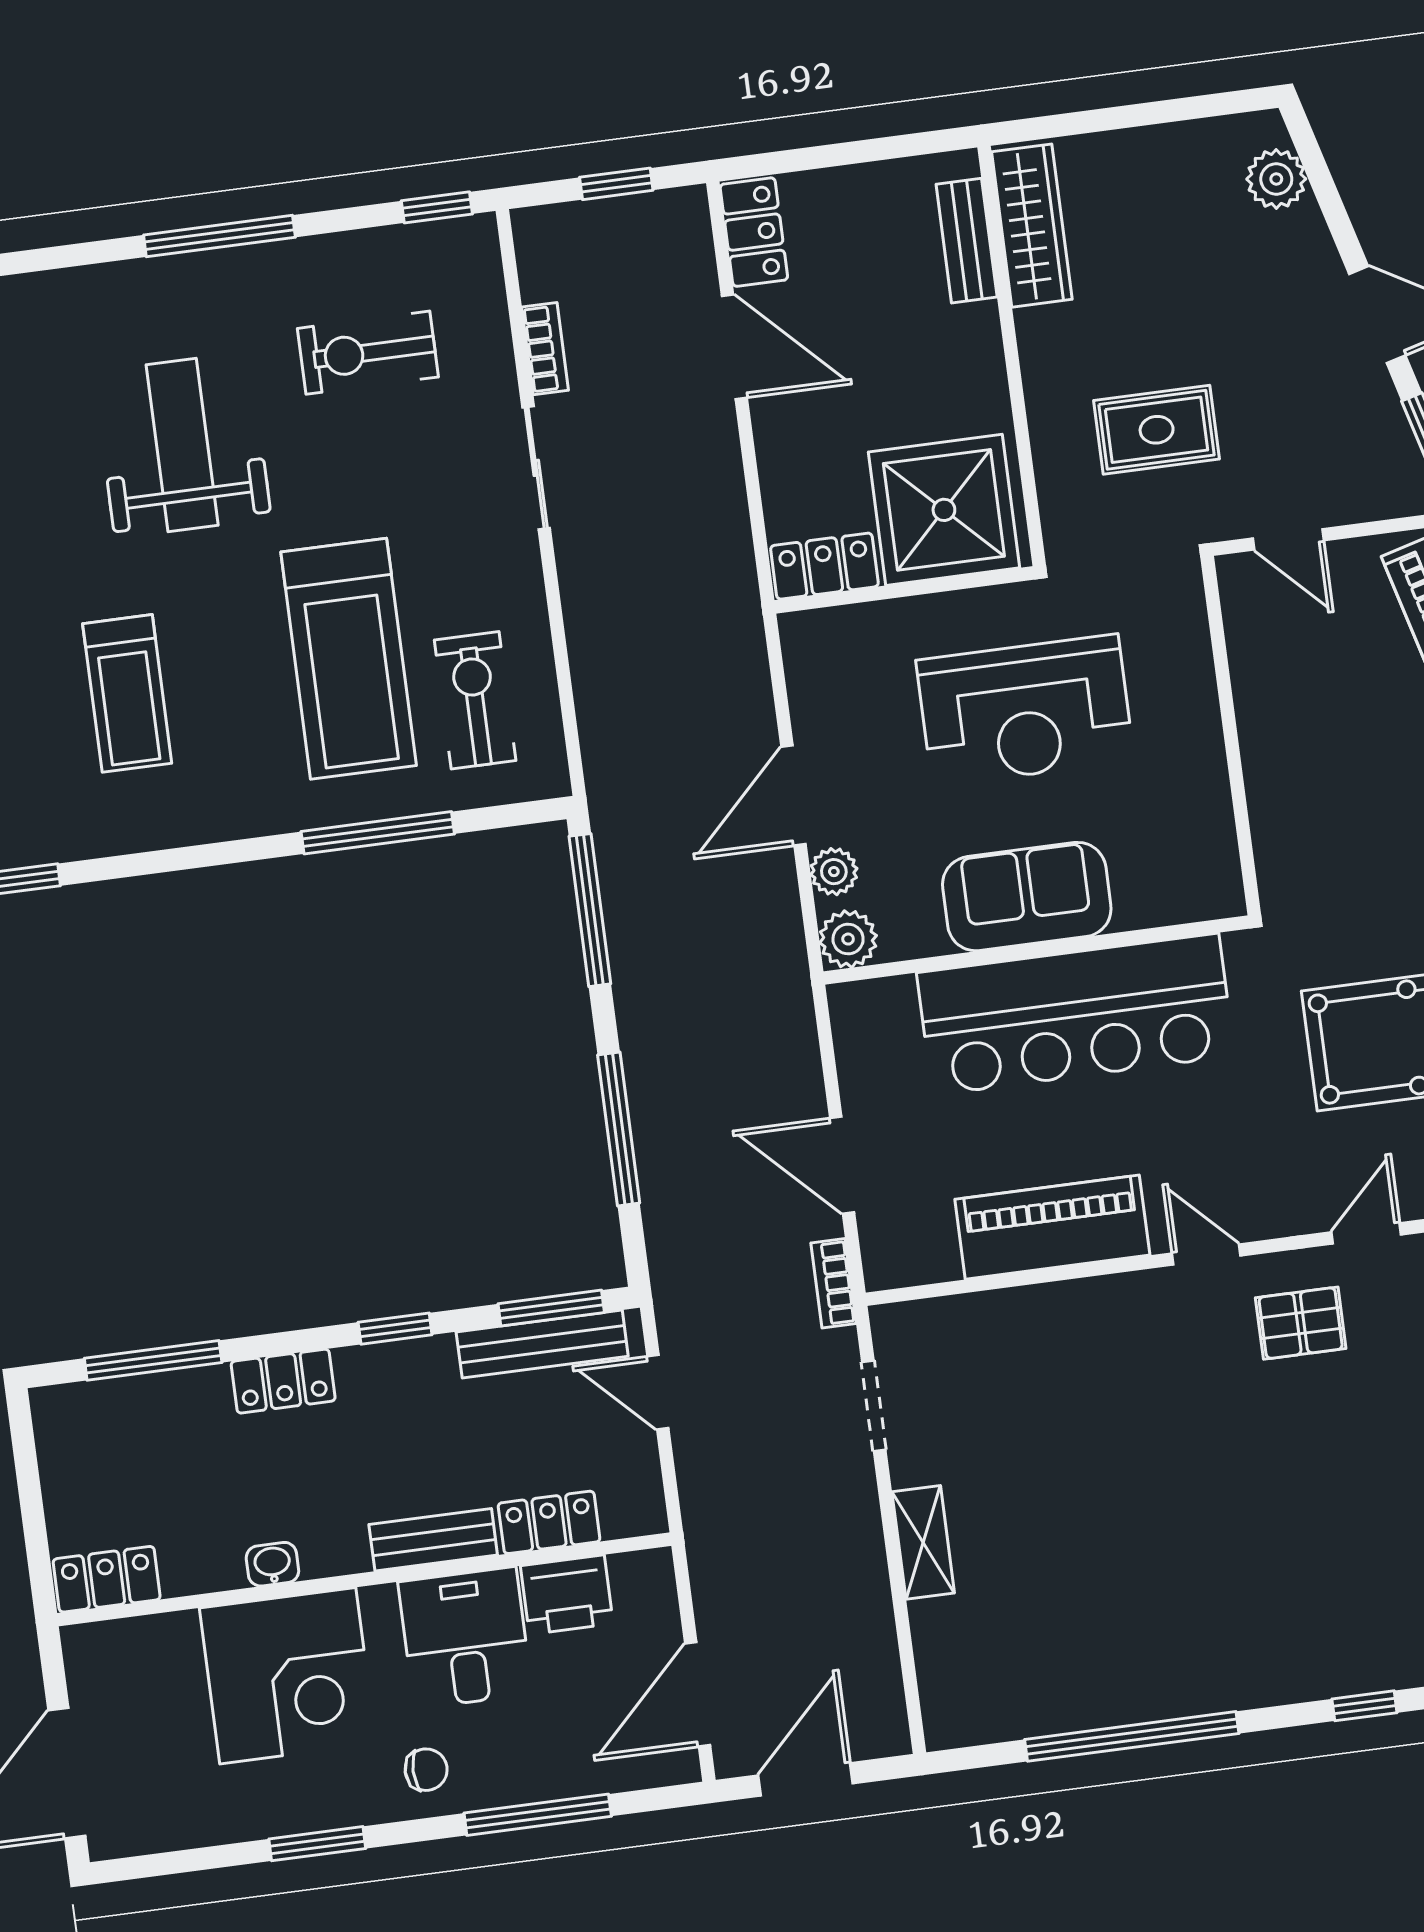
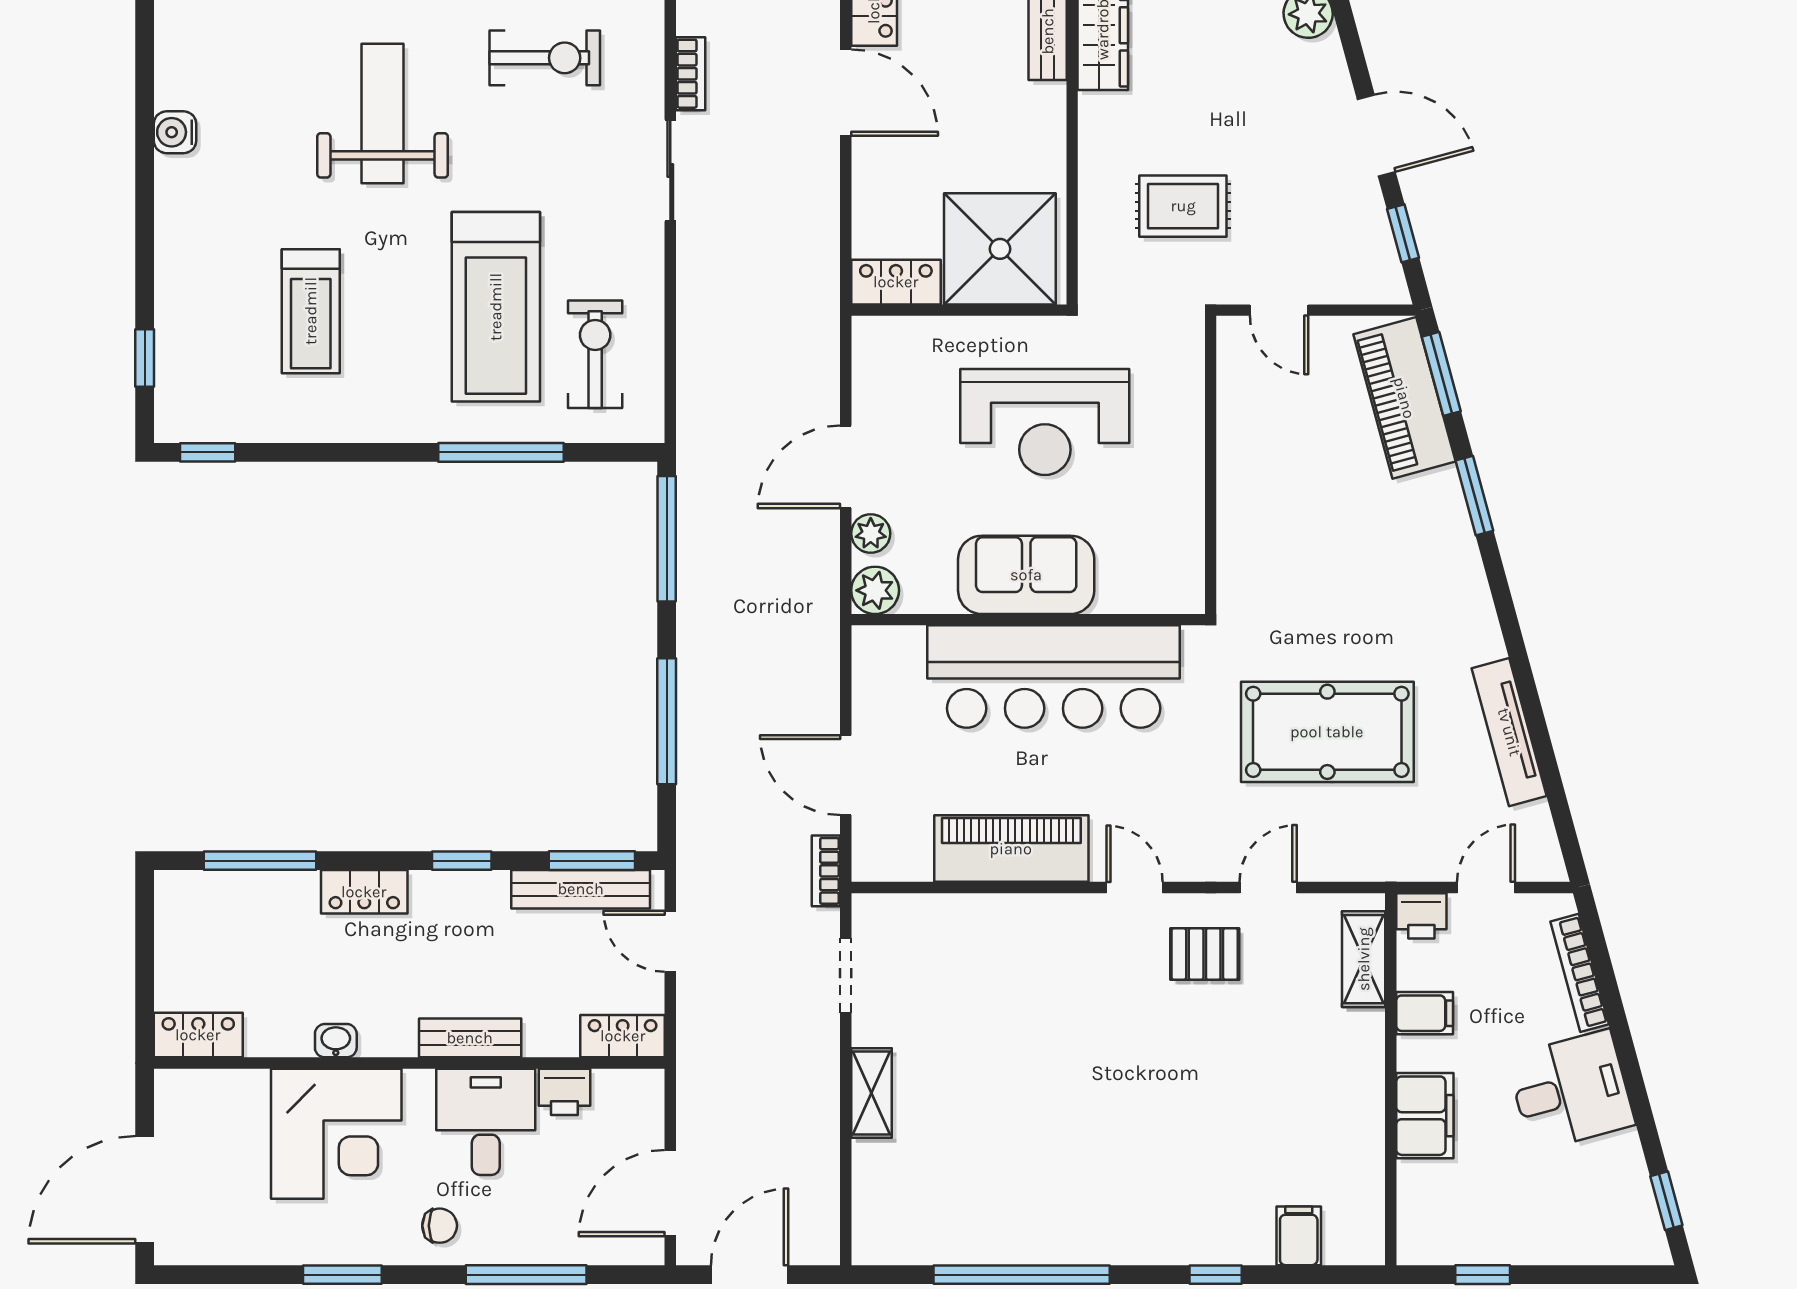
exercise bike: (368, 353) -> (545, 58), turned 180
locker: (549, 1522) -> (623, 1036), moved
printer: (567, 1595) -> (564, 1092), width x0.73, depth x0.81

